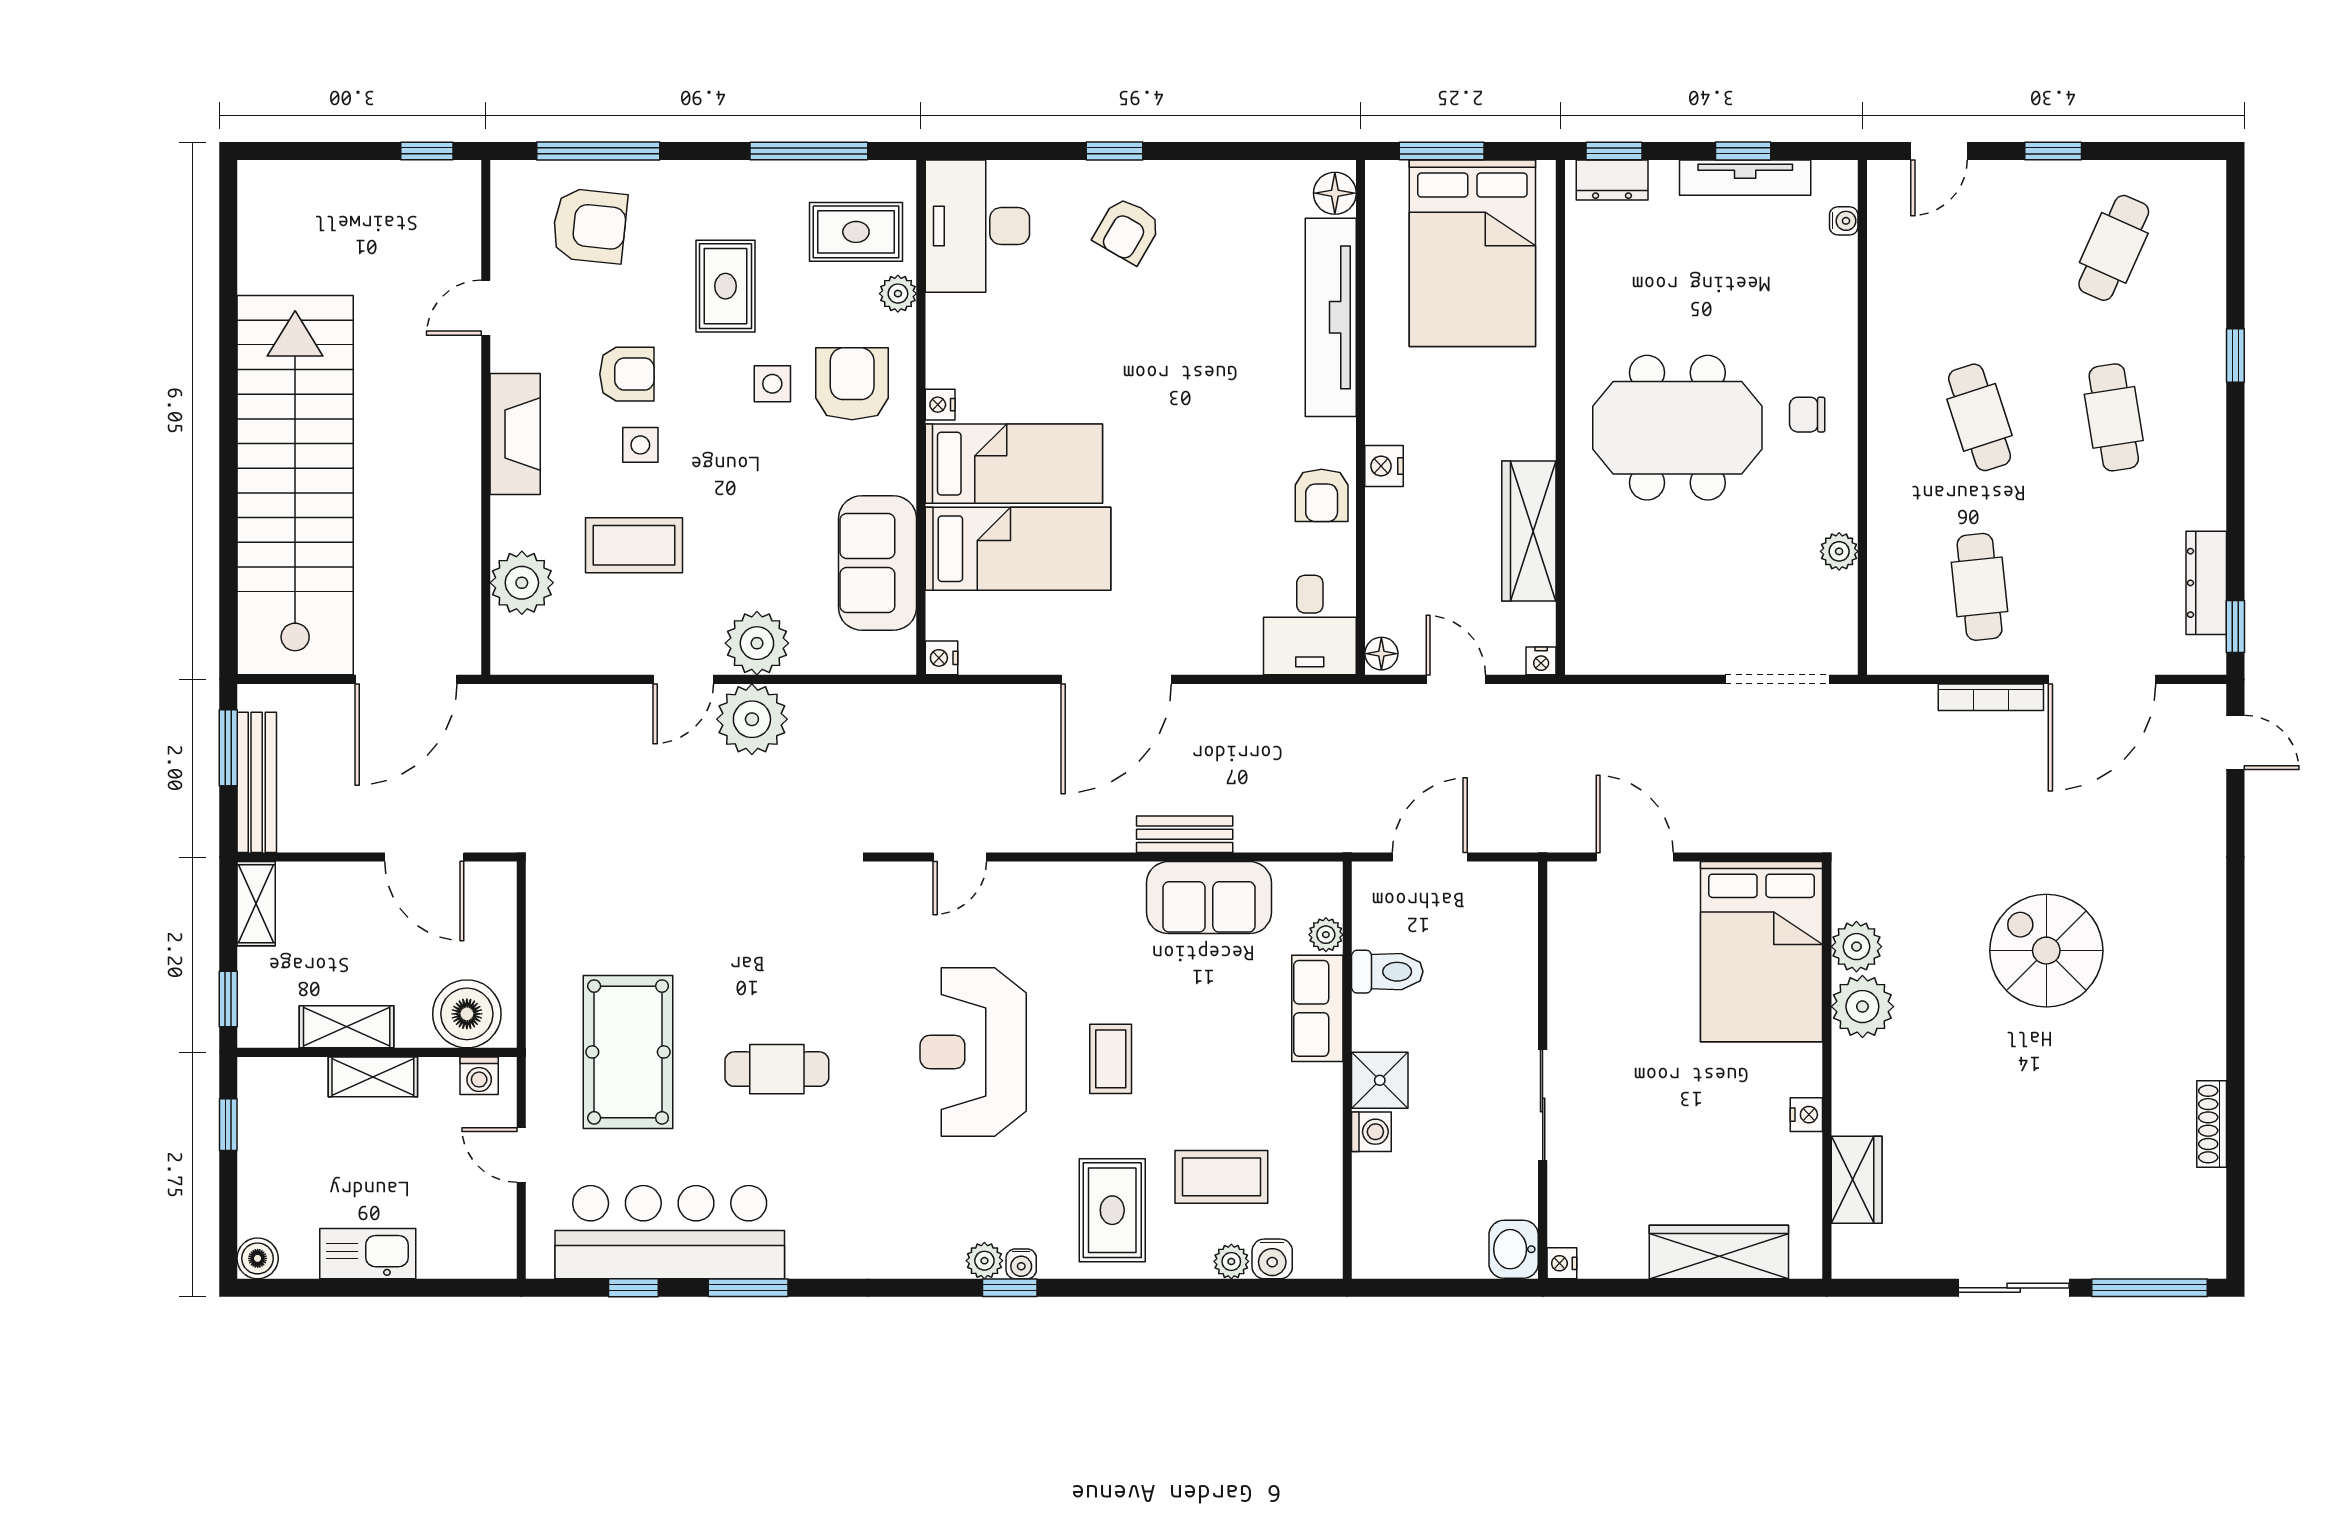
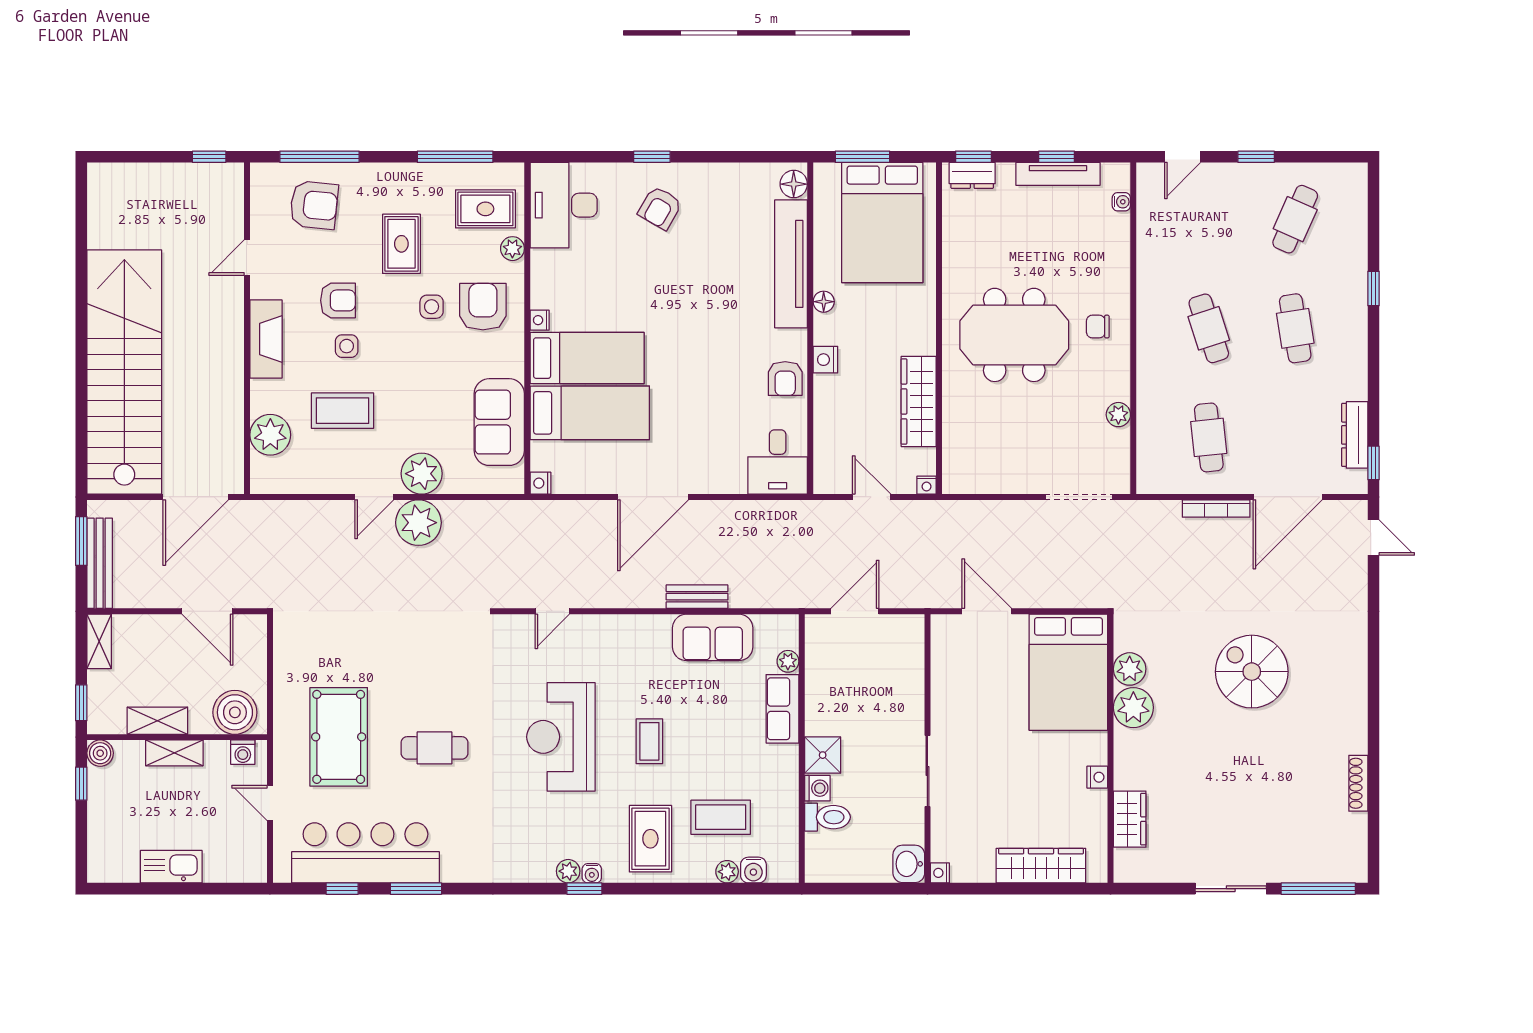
floor lamp: (1381, 654) -> (824, 302), moved
toilet: (1387, 972) -> (827, 817), moved
boiler: (258, 1258) -> (100, 753), moved

